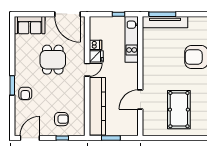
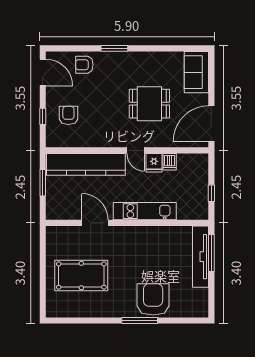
kitchen unit: (132, 39) -> (145, 211), moved
armchair: (25, 94) -> (84, 65), moved
armchair: (61, 119) -> (68, 115), turned 180

